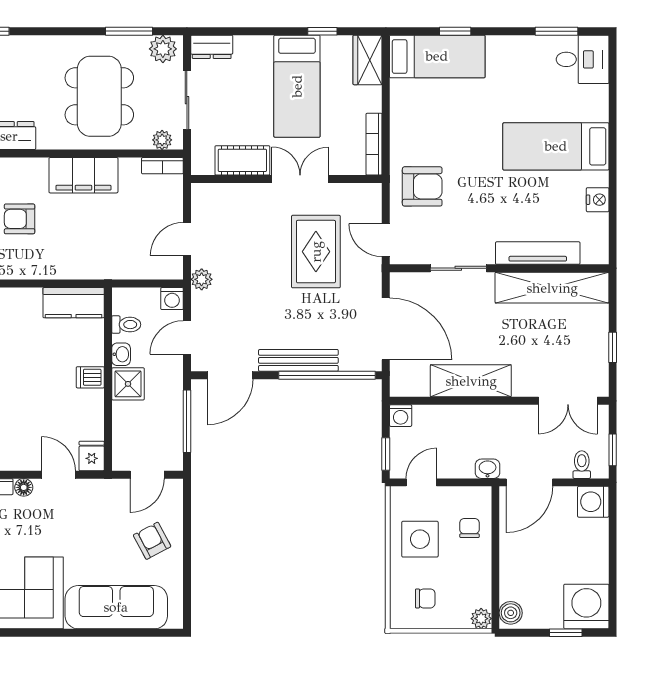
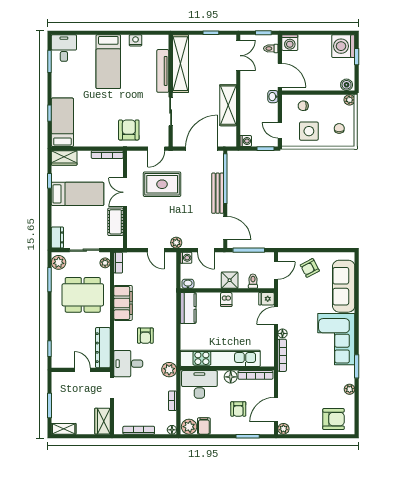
toilet: (126, 325) -> (253, 281), moved
washbasin: (121, 354) -> (188, 284), moved
door: (147, 475) -> (276, 270), hinge flipped

